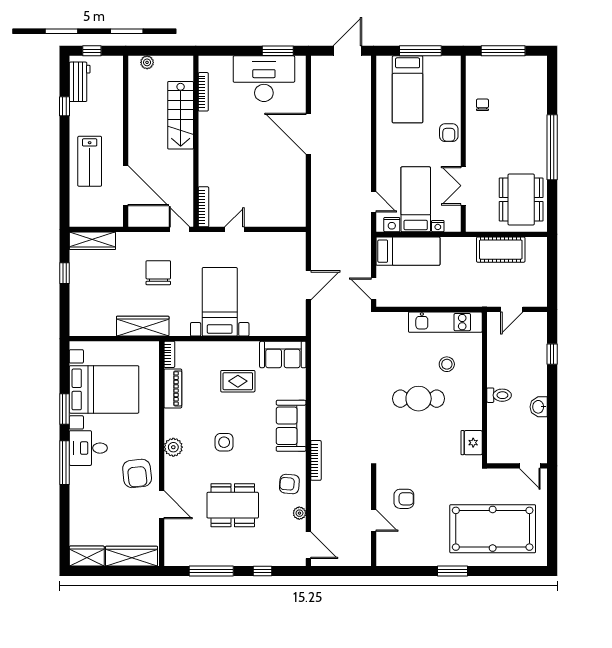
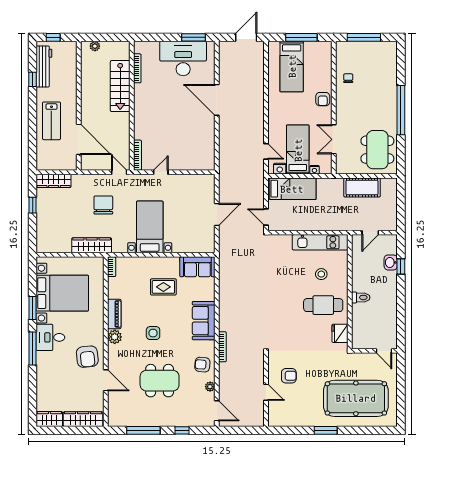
workbench: (80, 82) -> (44, 66), width x1.38
piano: (173, 388) -> (114, 314), moved
cafe table: (419, 399) -> (323, 305), moved
washbasin: (539, 407) -> (391, 262), moved

